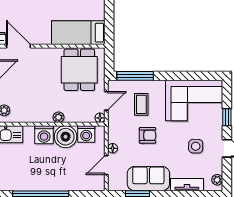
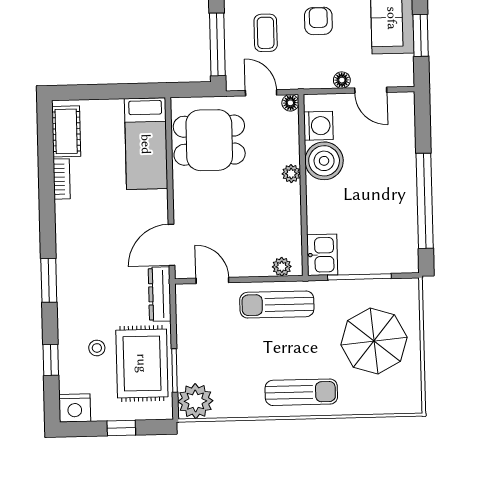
coffee table: (141, 104) -> (266, 33), turned 90
washing machine: (44, 135) -> (322, 198), removed

